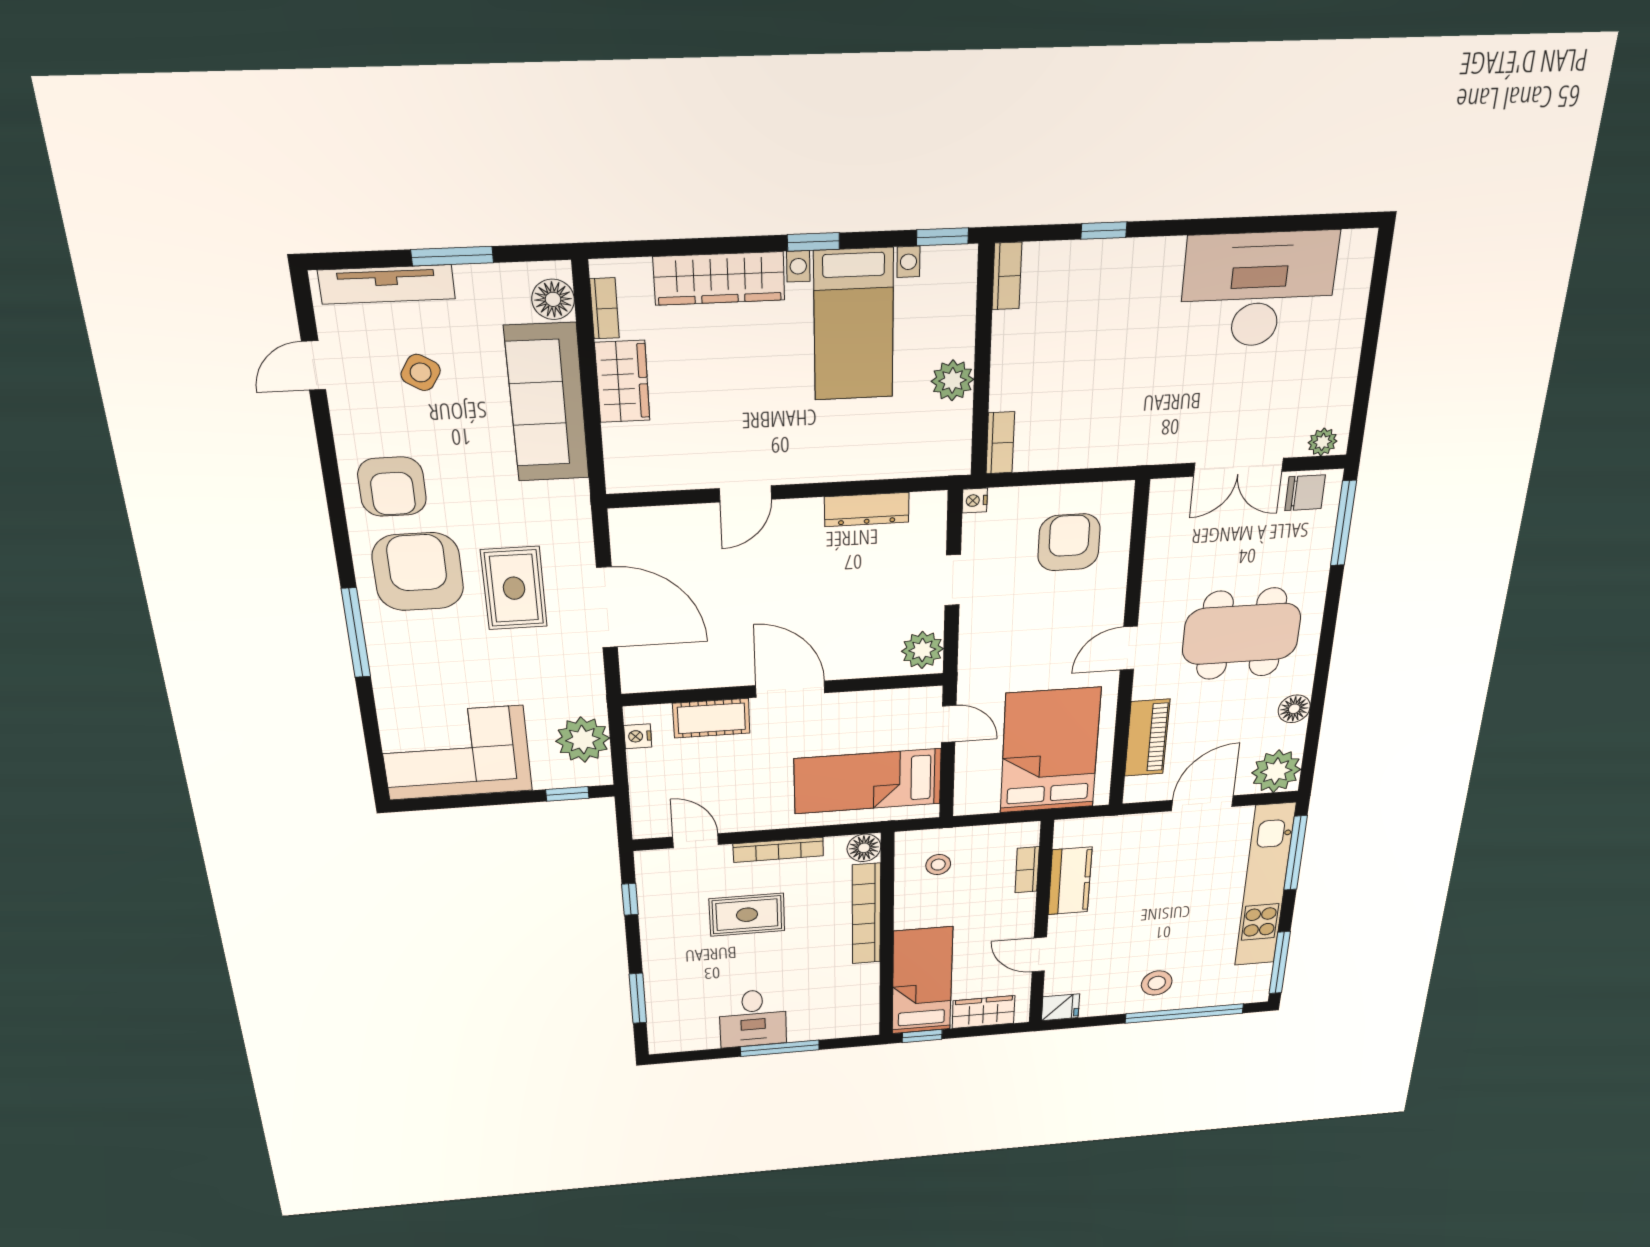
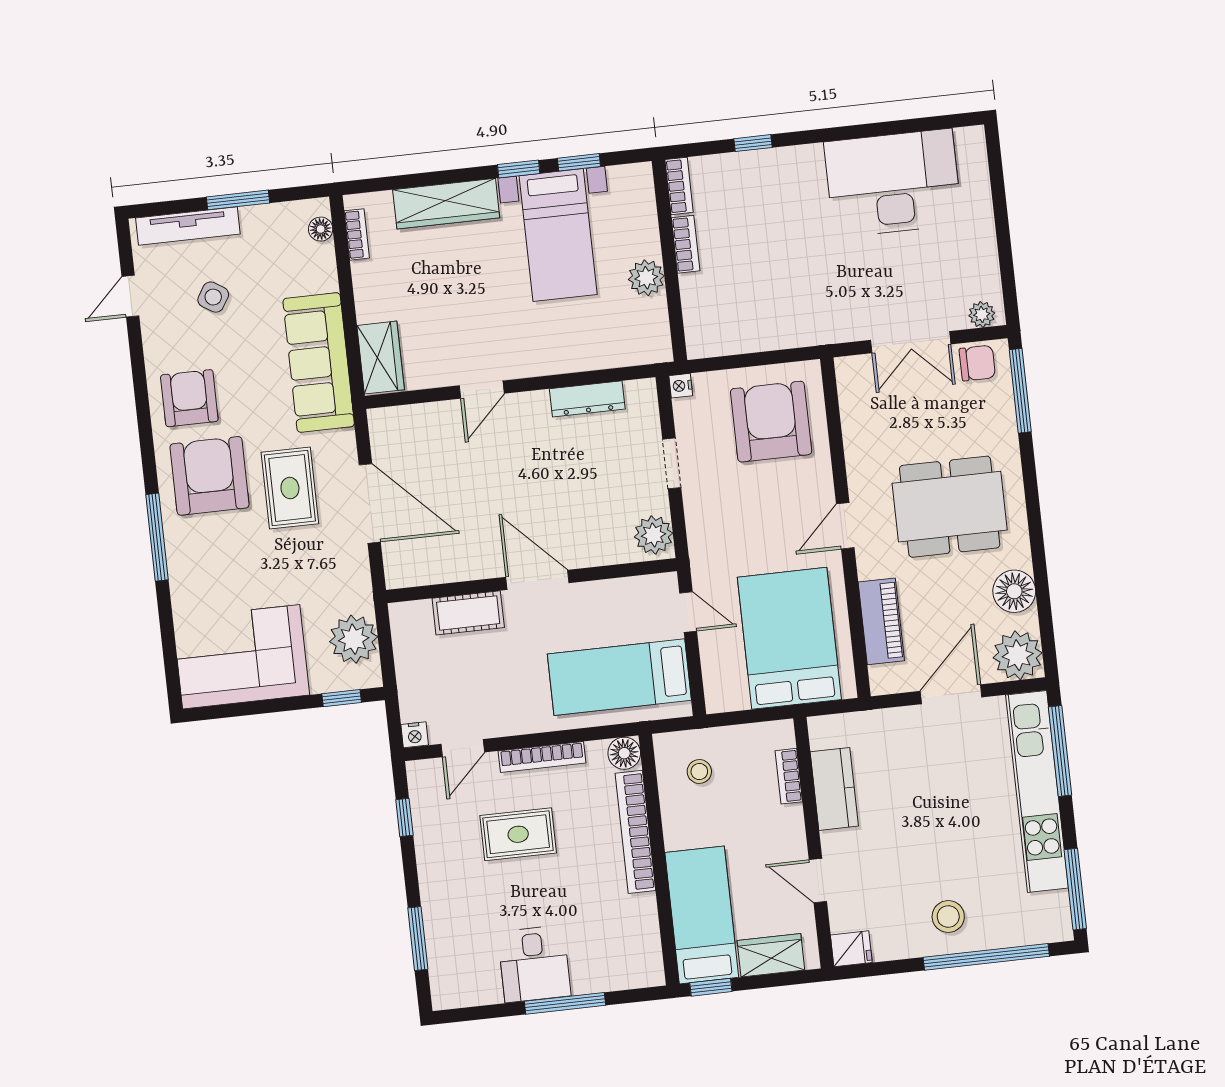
window: (942, 237) -> (579, 162), moved
floor lamp: (553, 299) -> (321, 229), width x0.73, depth x0.73
wardrobe: (622, 382) -> (381, 358), moved
sofa: (547, 403) -> (319, 363), moved
bookcase: (1000, 443) -> (686, 244), moved
armchair: (392, 487) -> (189, 398), turned 180
armchair: (1069, 542) -> (771, 422), width x1.36, depth x1.36
floor lamp: (1294, 709) -> (1014, 591), width x1.38, depth x1.38
nightstand: (638, 736) -> (415, 735), moved, turned -90
door: (696, 841) -> (463, 748), swing flipped

